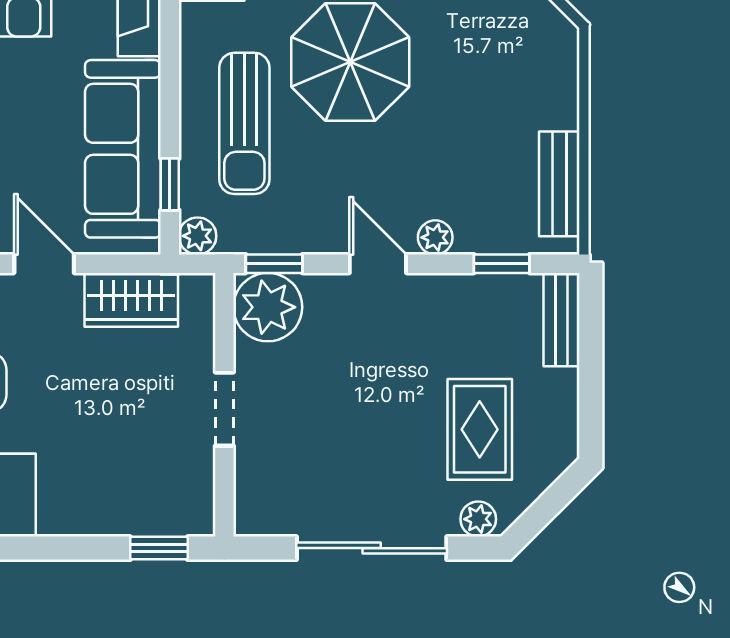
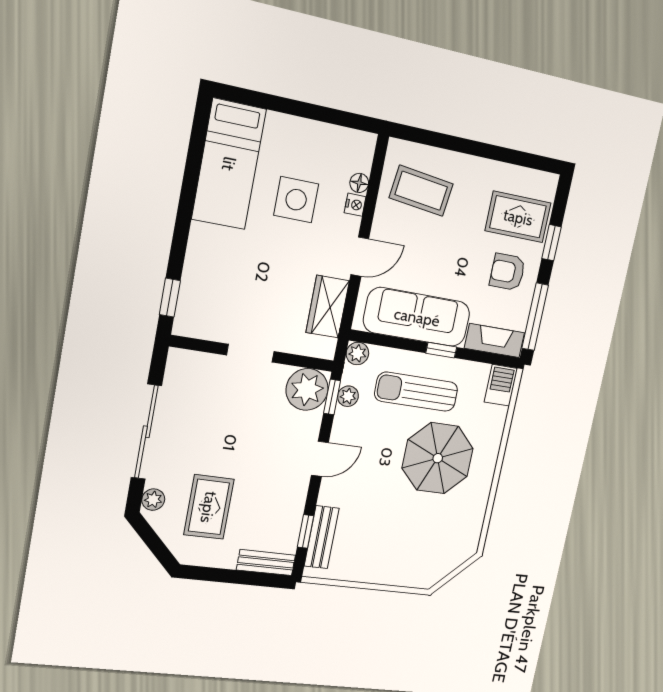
window: (170, 184) -> (441, 350), moved
bench: (559, 184) -> (322, 537), moved, turned 90
plant: (435, 237) -> (348, 396), moved
rug: (480, 429) -> (209, 507), turned 90

